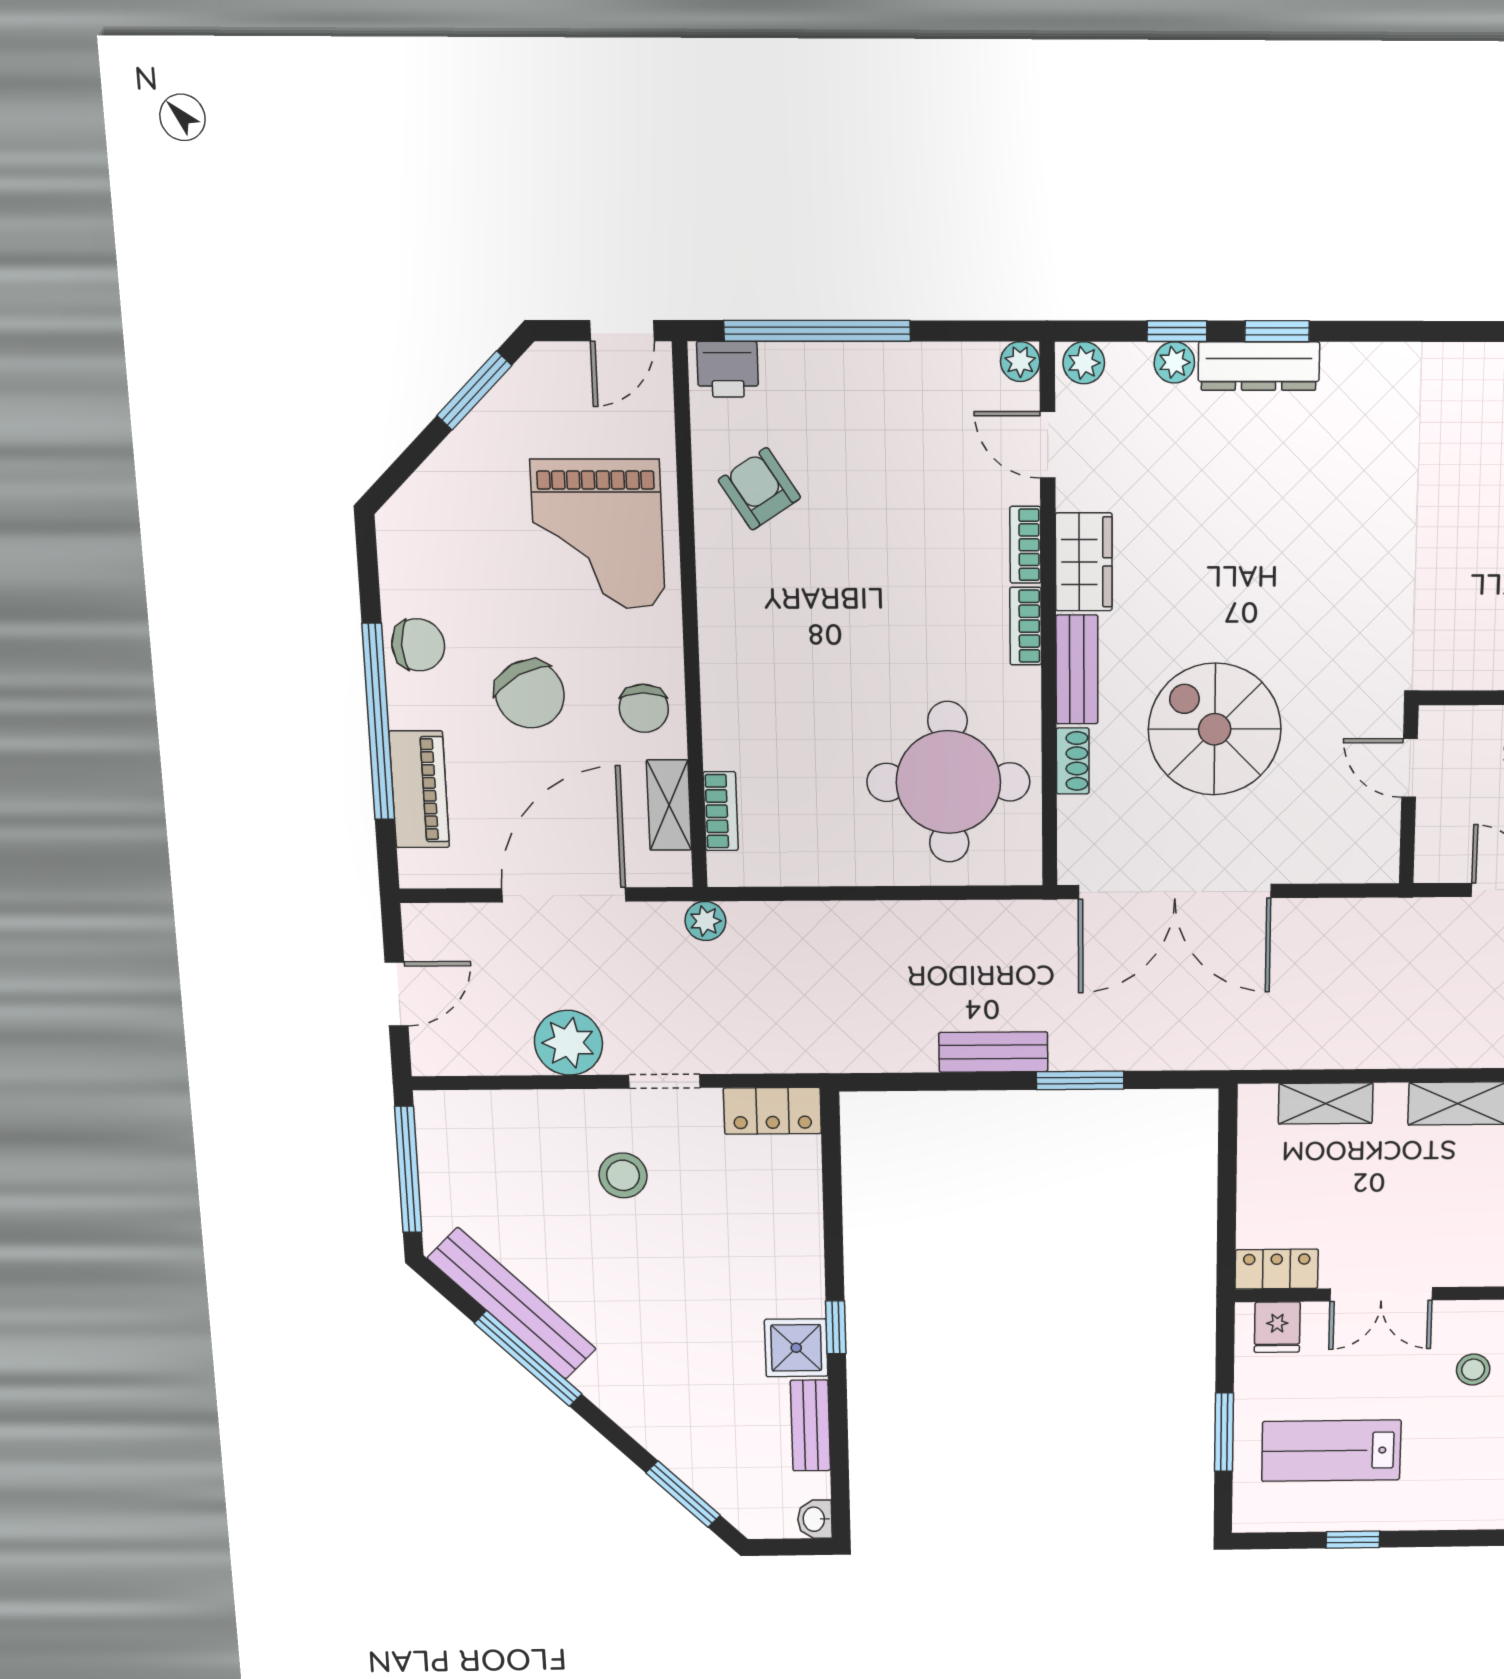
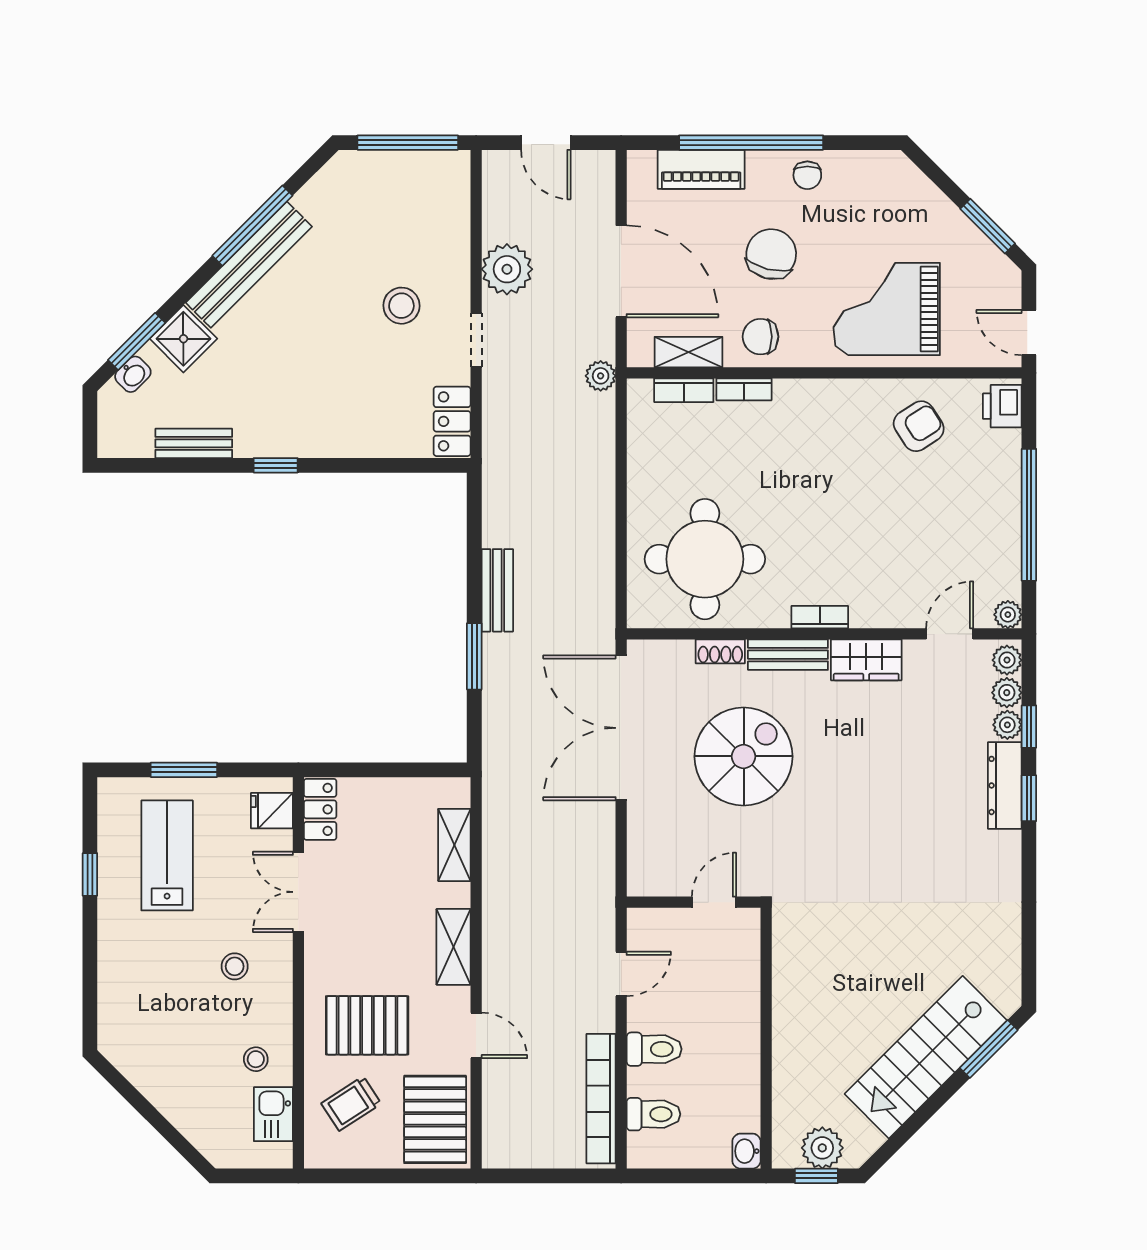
window: (817, 331) -> (1029, 515), moved
plant: (1129, 363) -> (1007, 693), added
bookcase: (1025, 545) -> (744, 389), moved, turned 180
chair: (418, 645) -> (807, 175), width x0.73, depth x0.73
chair: (530, 694) -> (771, 254), turned 132
bench: (512, 1304) -> (249, 265), moved
shower: (796, 1348) -> (183, 339), moved, turned 45
washbasin: (815, 1519) -> (133, 374), moved, turned 135

